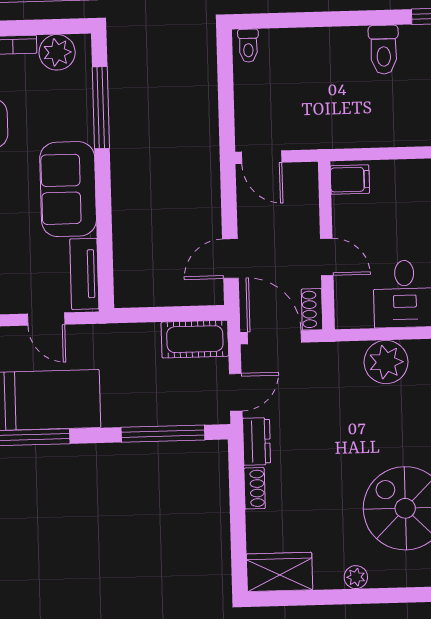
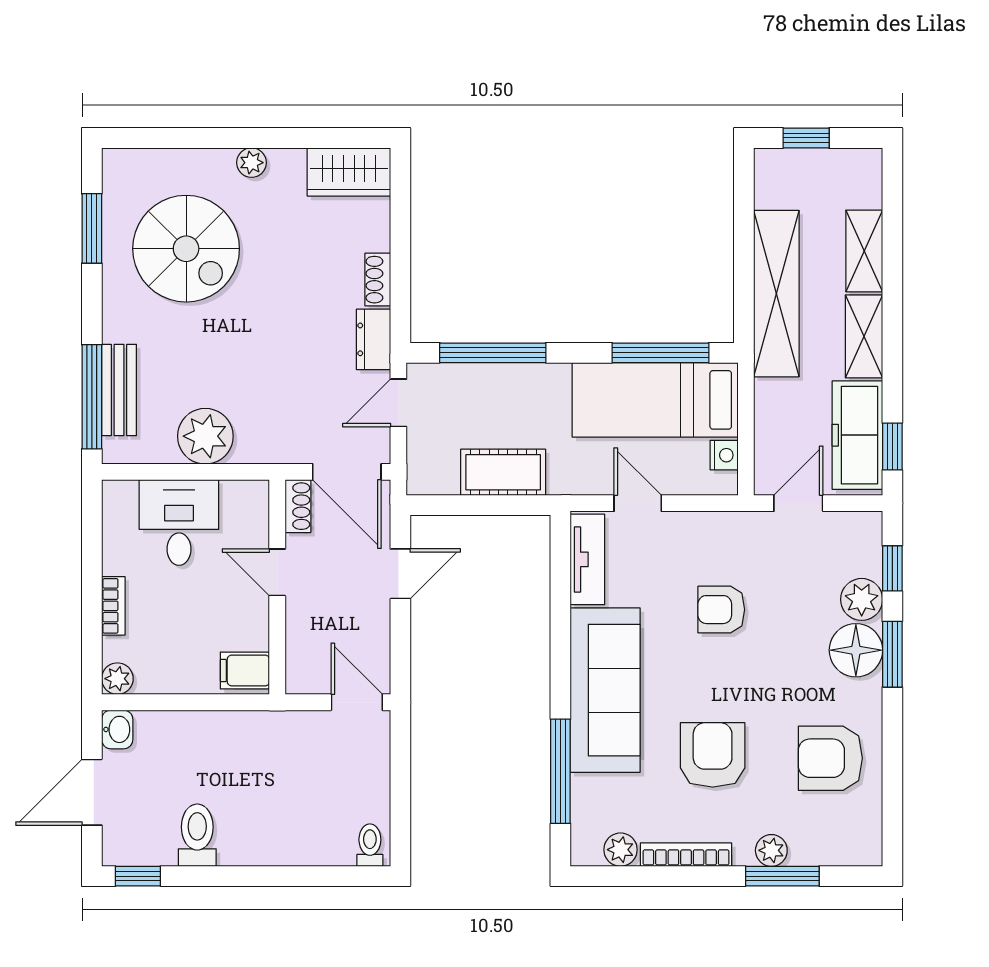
plant: (57, 52) -> (621, 850), width x0.73, depth x0.73
sofa: (68, 189) -> (605, 690), width x1.36
cot: (195, 339) -> (503, 472), moved

